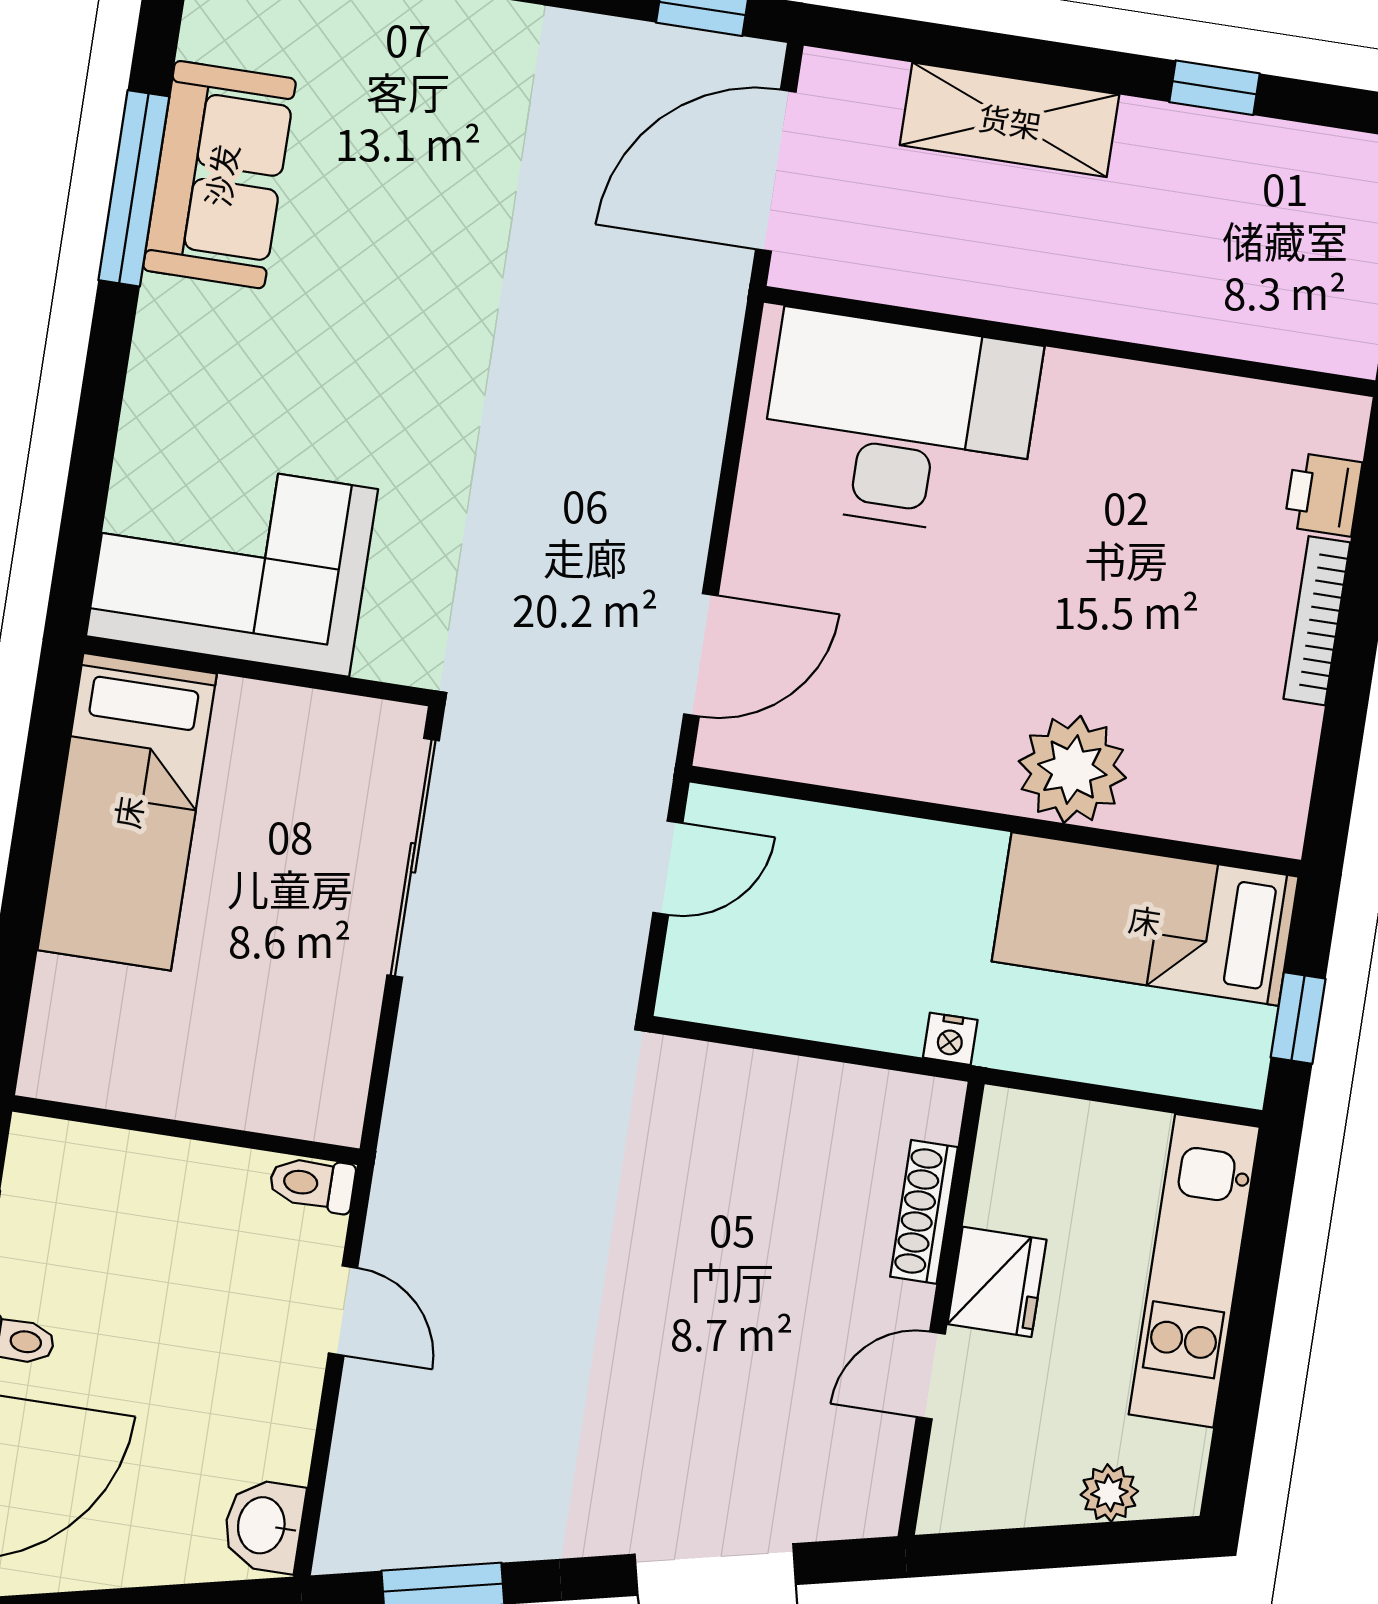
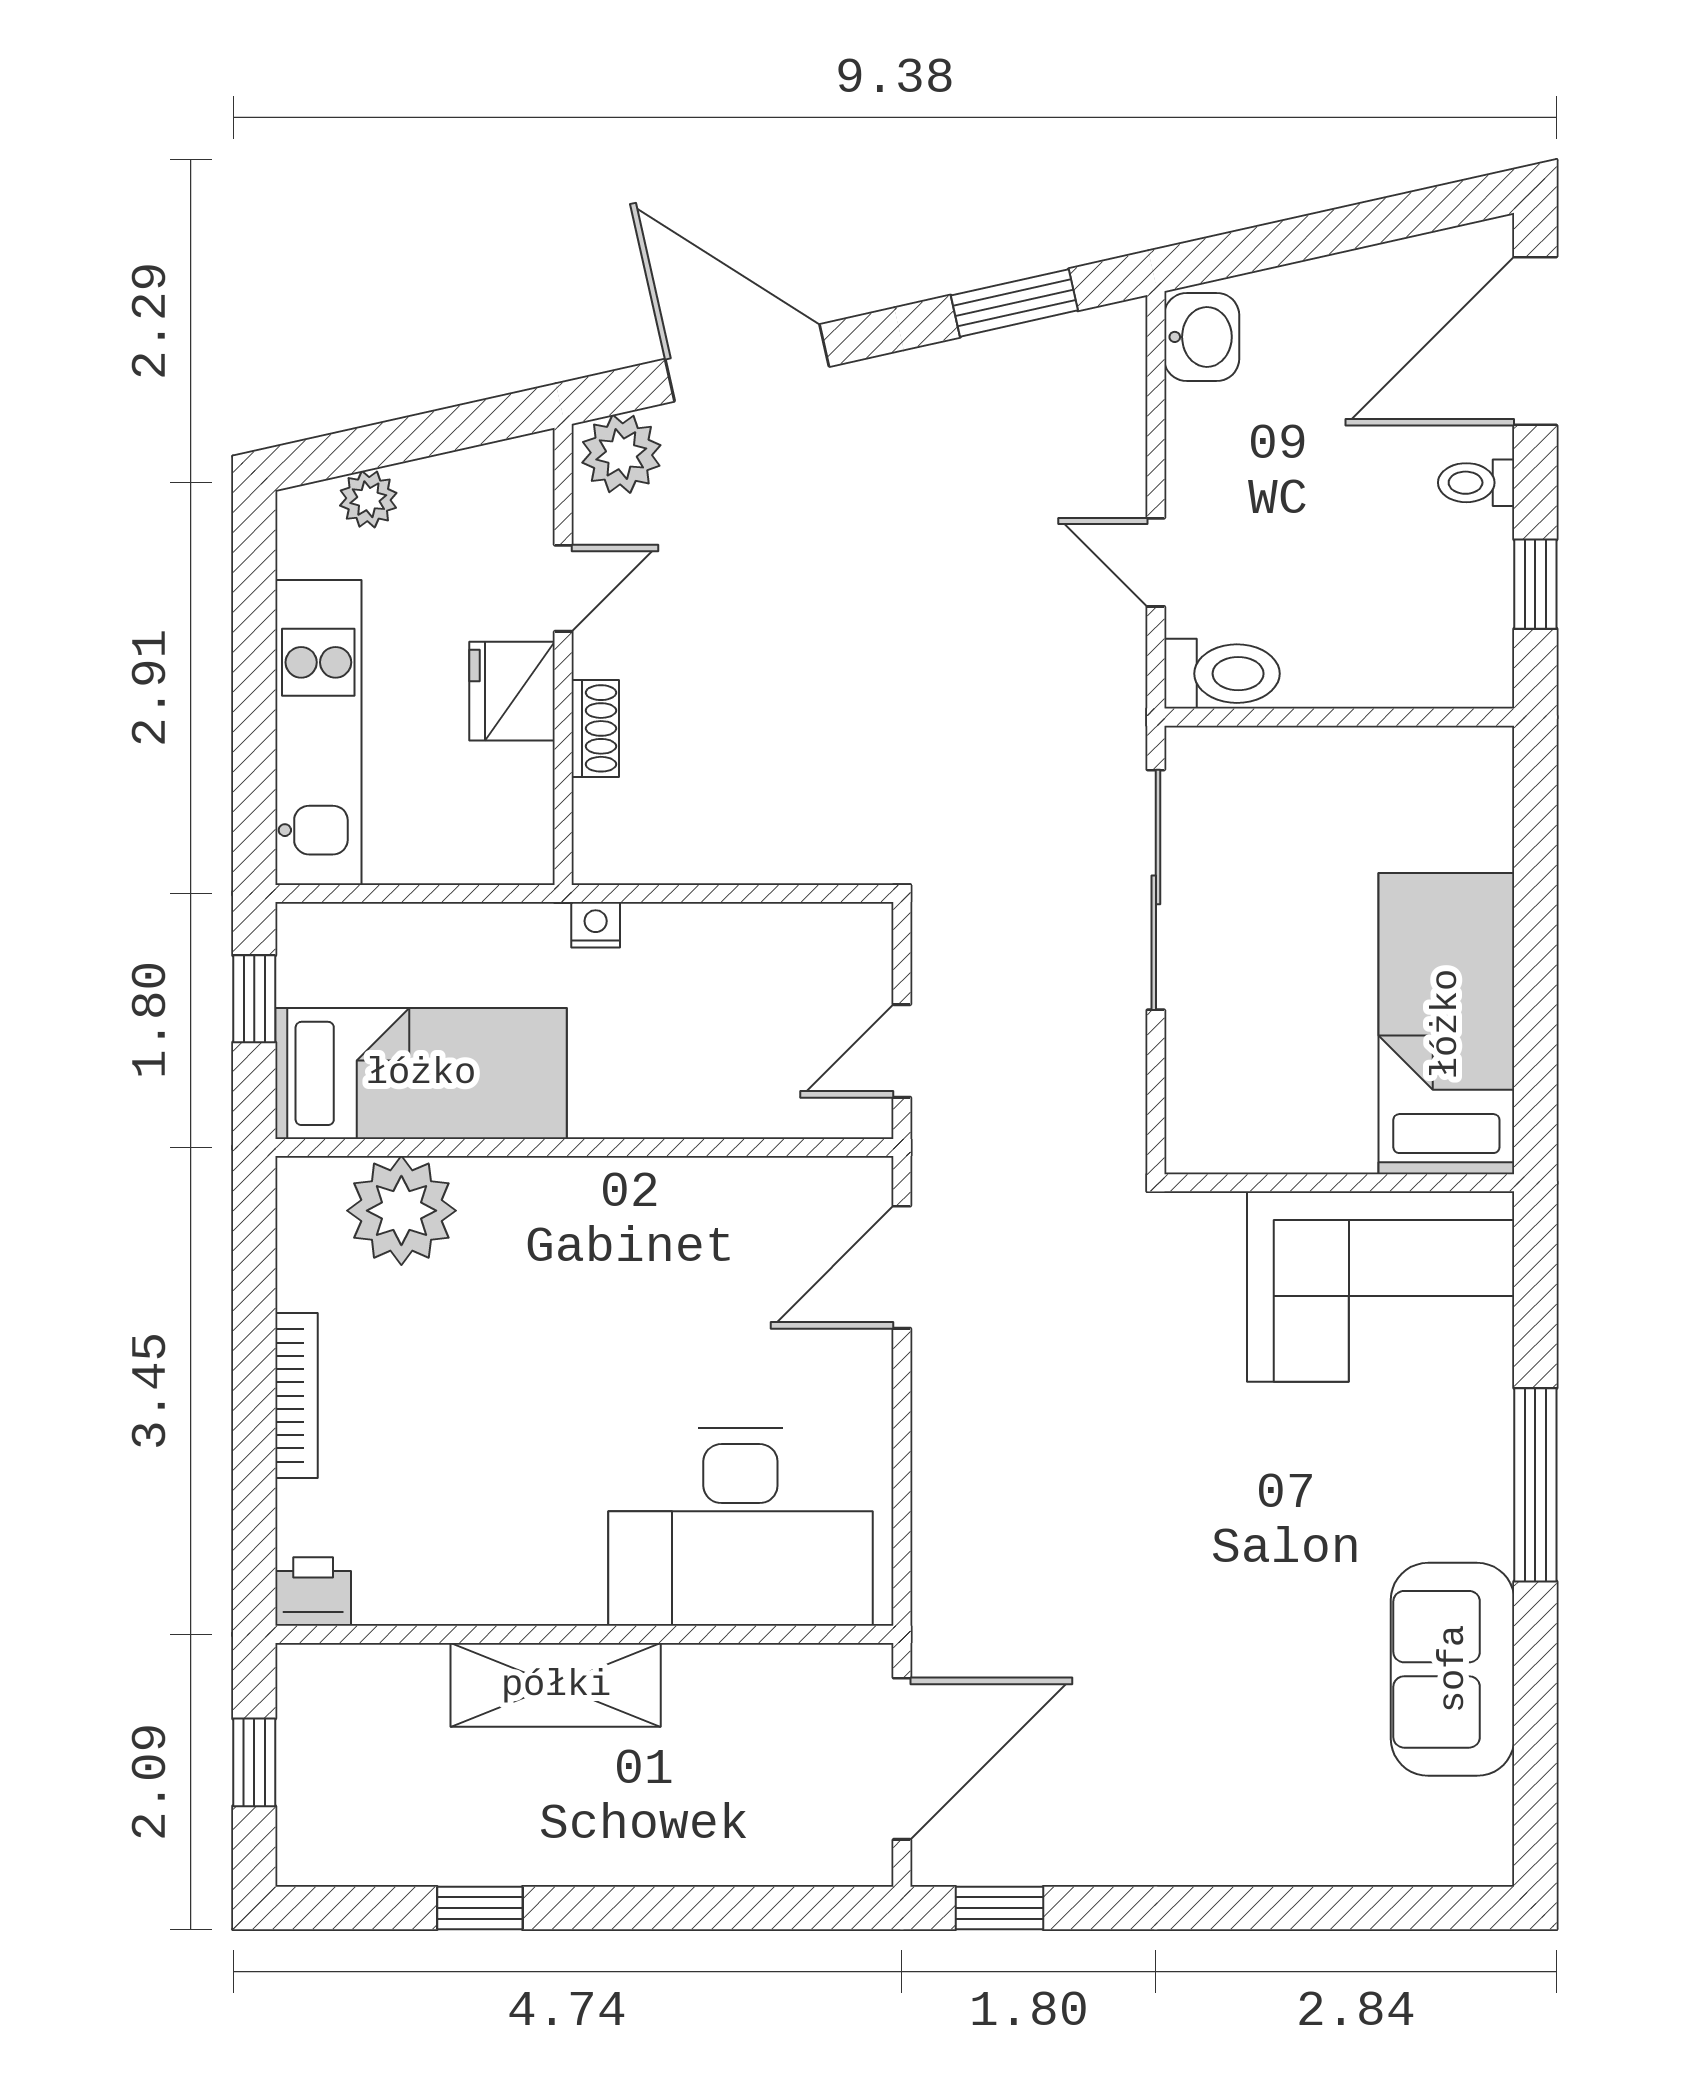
shelving: (1010, 120) -> (556, 1685), moved
window: (134, 188) -> (1535, 1485), moved
printer: (1323, 494) -> (313, 1591), moved, turned -90
plant: (1072, 769) -> (401, 1211), moved
sliding door: (413, 858) -> (1156, 890), moved
toilet: (312, 1184) -> (1222, 674), width x1.37, depth x1.39
shoe rack: (924, 1212) -> (595, 728), width x0.70
plant: (853, 1499) -> (621, 454), added

